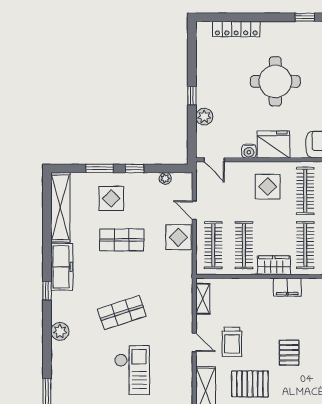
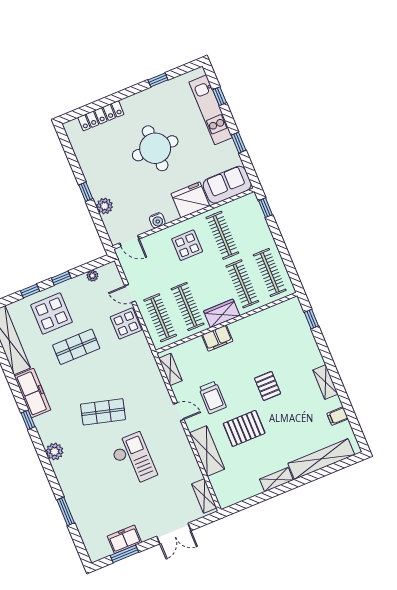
fridge: (273, 145) -> (190, 200), moved
window: (100, 168) -> (30, 291), width x0.67
display table: (111, 198) -> (51, 314), width x1.36, depth x1.36
filing cabinet: (287, 287) -> (217, 338), moved
shop shelf: (122, 313) -> (103, 412), turned 33

